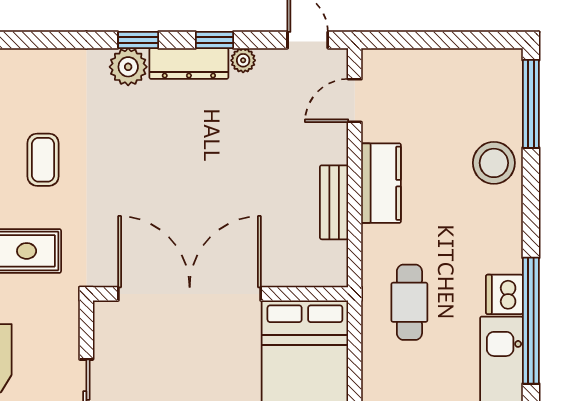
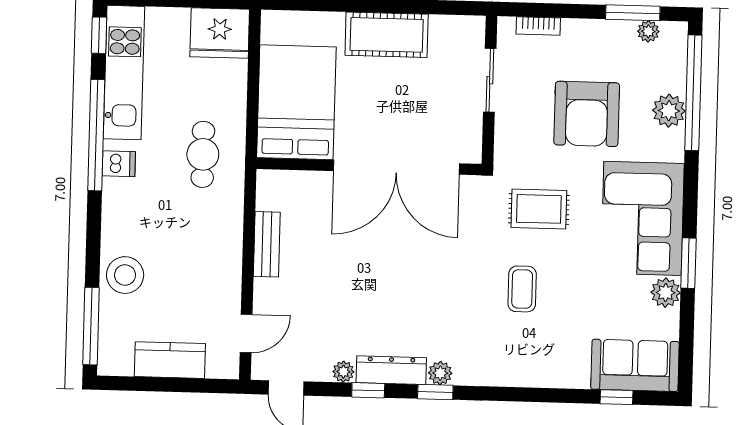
plant: (128, 67) -> (440, 373), width x0.73, depth x0.73
kitchen counter: (381, 183) -> (170, 360), moved, turned 90
dishwasher: (504, 294) -> (119, 164), width x0.73

